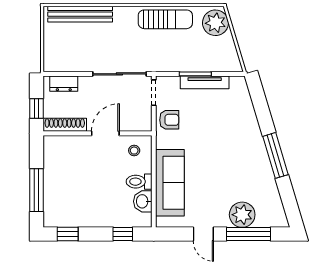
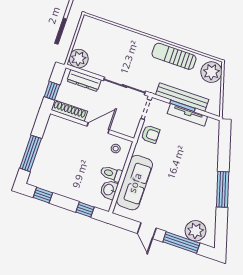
bench: (80, 14) -> (182, 97), moved
sun lounger: (165, 19) -> (174, 56), turned 180
plant: (55, 60) -> (79, 59), added
dresser: (64, 84) -> (84, 80), width x1.44
plant: (242, 215) -> (196, 231), moved

